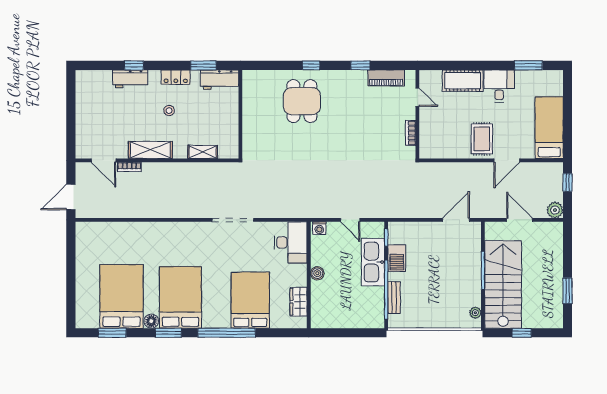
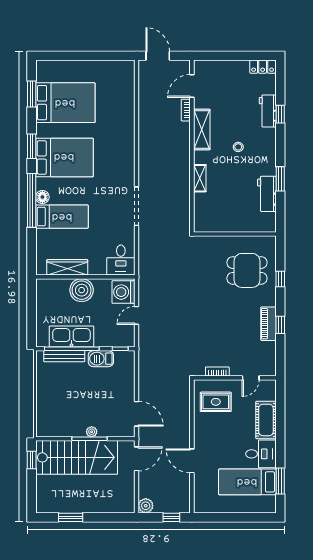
locker: (176, 77) -> (263, 67), moved, turned -90
piano: (386, 78) -> (268, 324), moved
wall: (240, 114) -> (235, 234), moved
bed: (549, 128) -> (247, 482), moved, turned 180
rug: (482, 139) -> (216, 402), moved
door: (520, 220) -> (137, 459), moved
washing machine: (319, 228) -> (123, 292), width x1.89, depth x1.89
desk: (291, 242) -> (121, 260), width x0.73
kitchen sink: (373, 262) -> (71, 337), moved
boiler: (317, 273) -> (82, 290), width x1.86, depth x1.86
bench: (394, 298) -> (64, 356), width x1.36
bed: (250, 300) -> (62, 217), width x0.67
wardrobe: (299, 302) -> (67, 267), width x1.50
plant: (475, 313) -> (92, 432), moved
floor lamp: (151, 321) -> (42, 197), moved
window: (522, 333) -> (32, 460), moved

